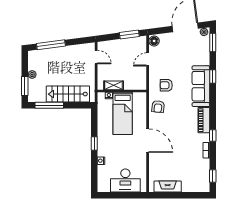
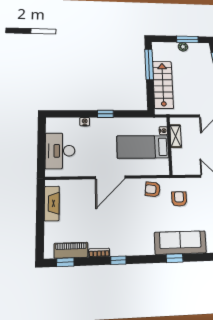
window: (213, 77) -> (175, 258), moved
window: (25, 86) -> (187, 39), moved
piano: (204, 120) -> (71, 250), moved

